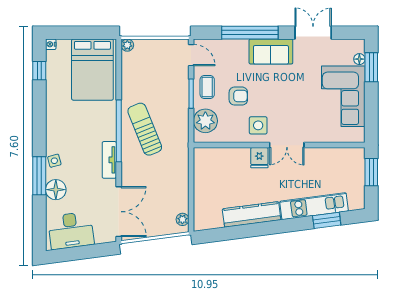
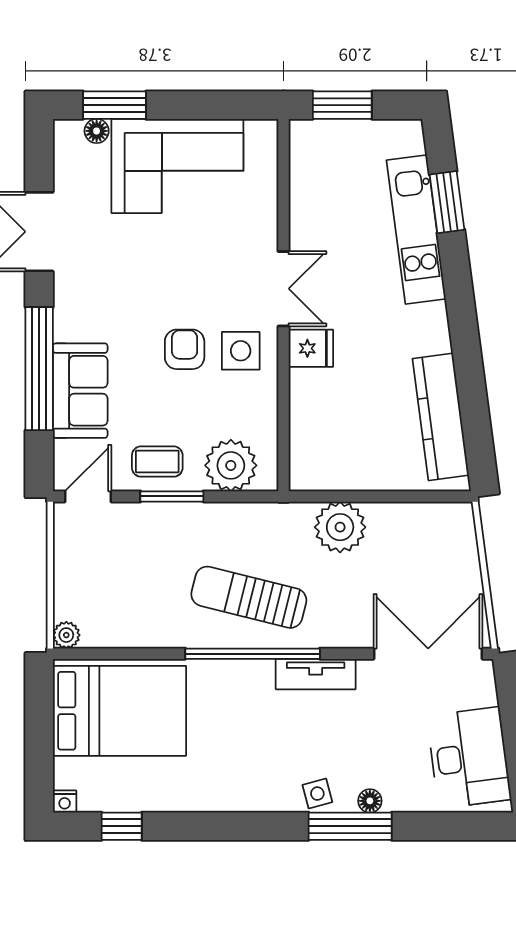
sofa: (271, 51) -> (80, 391), moved
armchair: (238, 96) -> (185, 349), moved
sun lounger: (145, 129) -> (249, 597), turned 36
floor lamp: (56, 190) -> (370, 801), width x0.53, depth x0.53
kitchen counter: (252, 214) -> (441, 417), moved
plant: (182, 219) -> (340, 527), moved, width x1.88, depth x1.88

